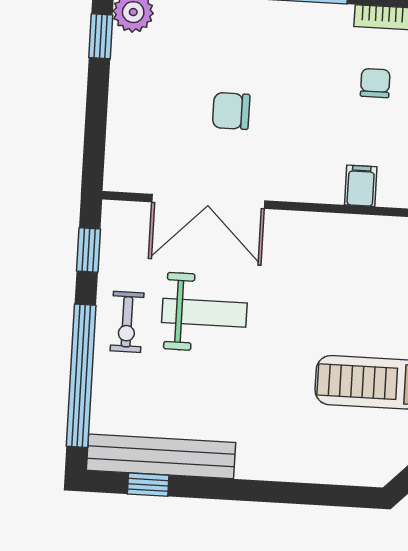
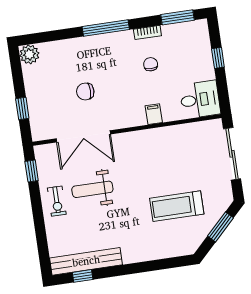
window: (101, 36) -> (22, 109), moved
weight bench: (204, 313) -> (92, 189), turned 180
window: (81, 376) -> (40, 231), removed

